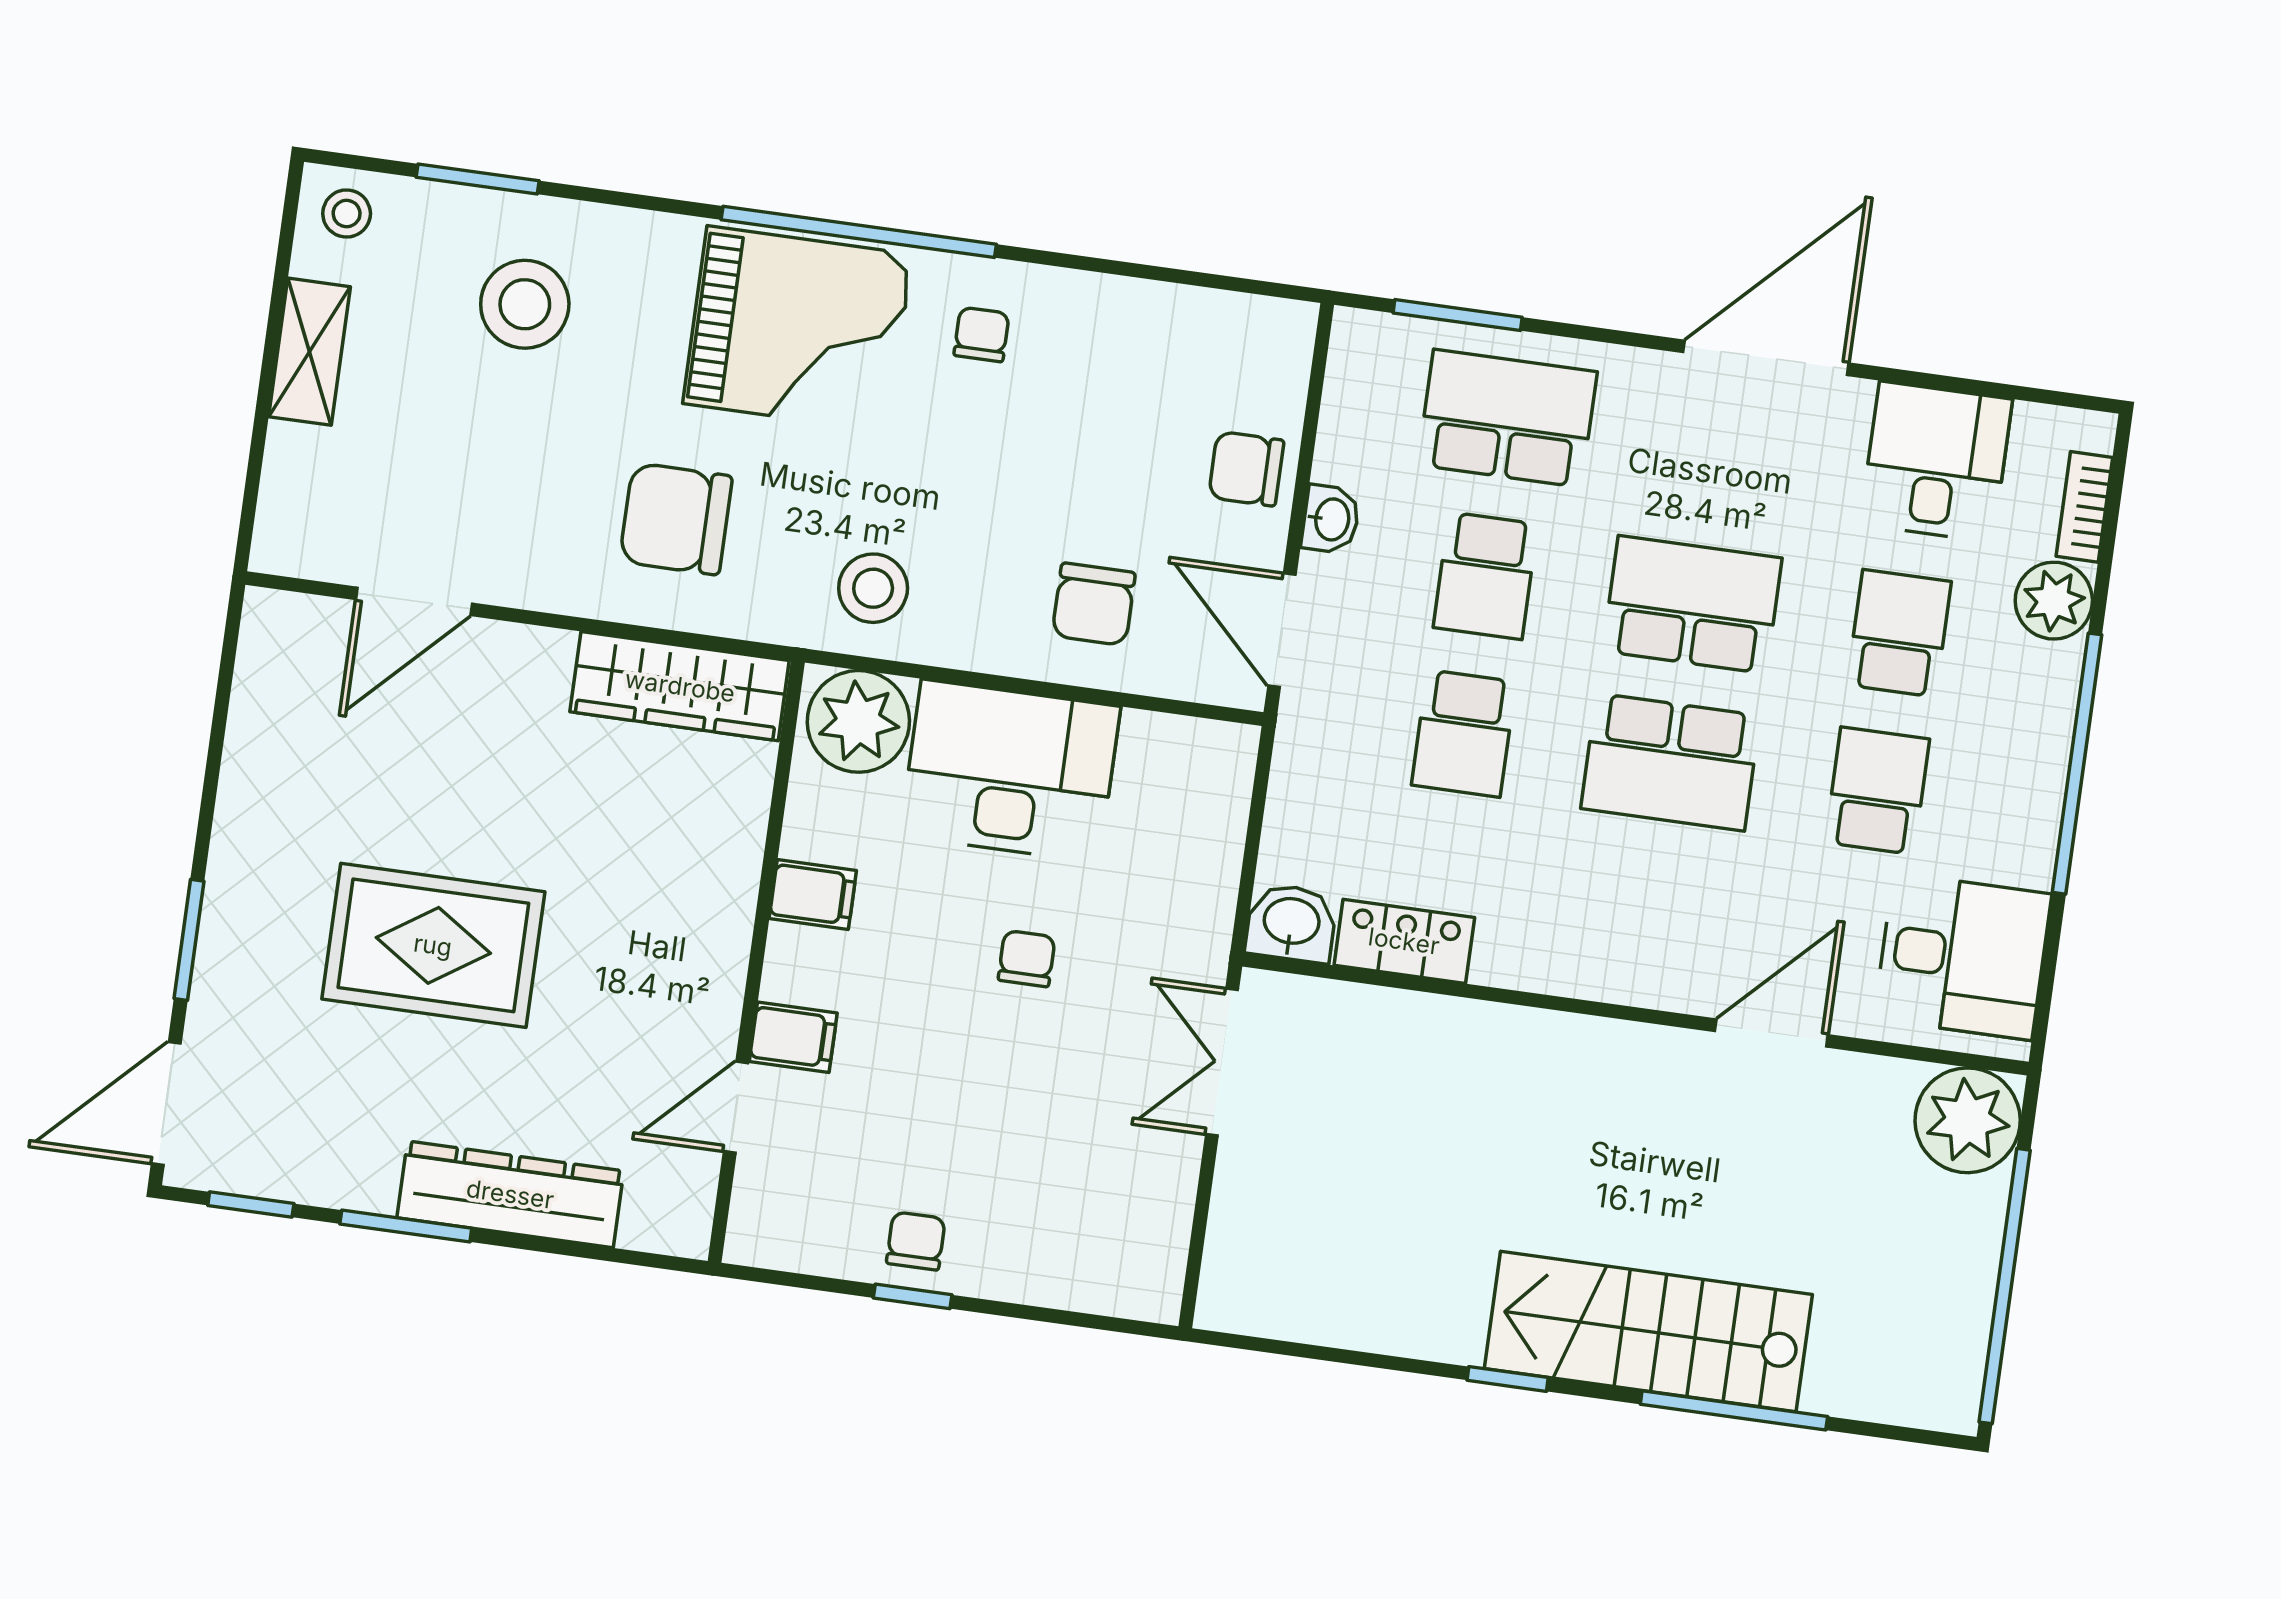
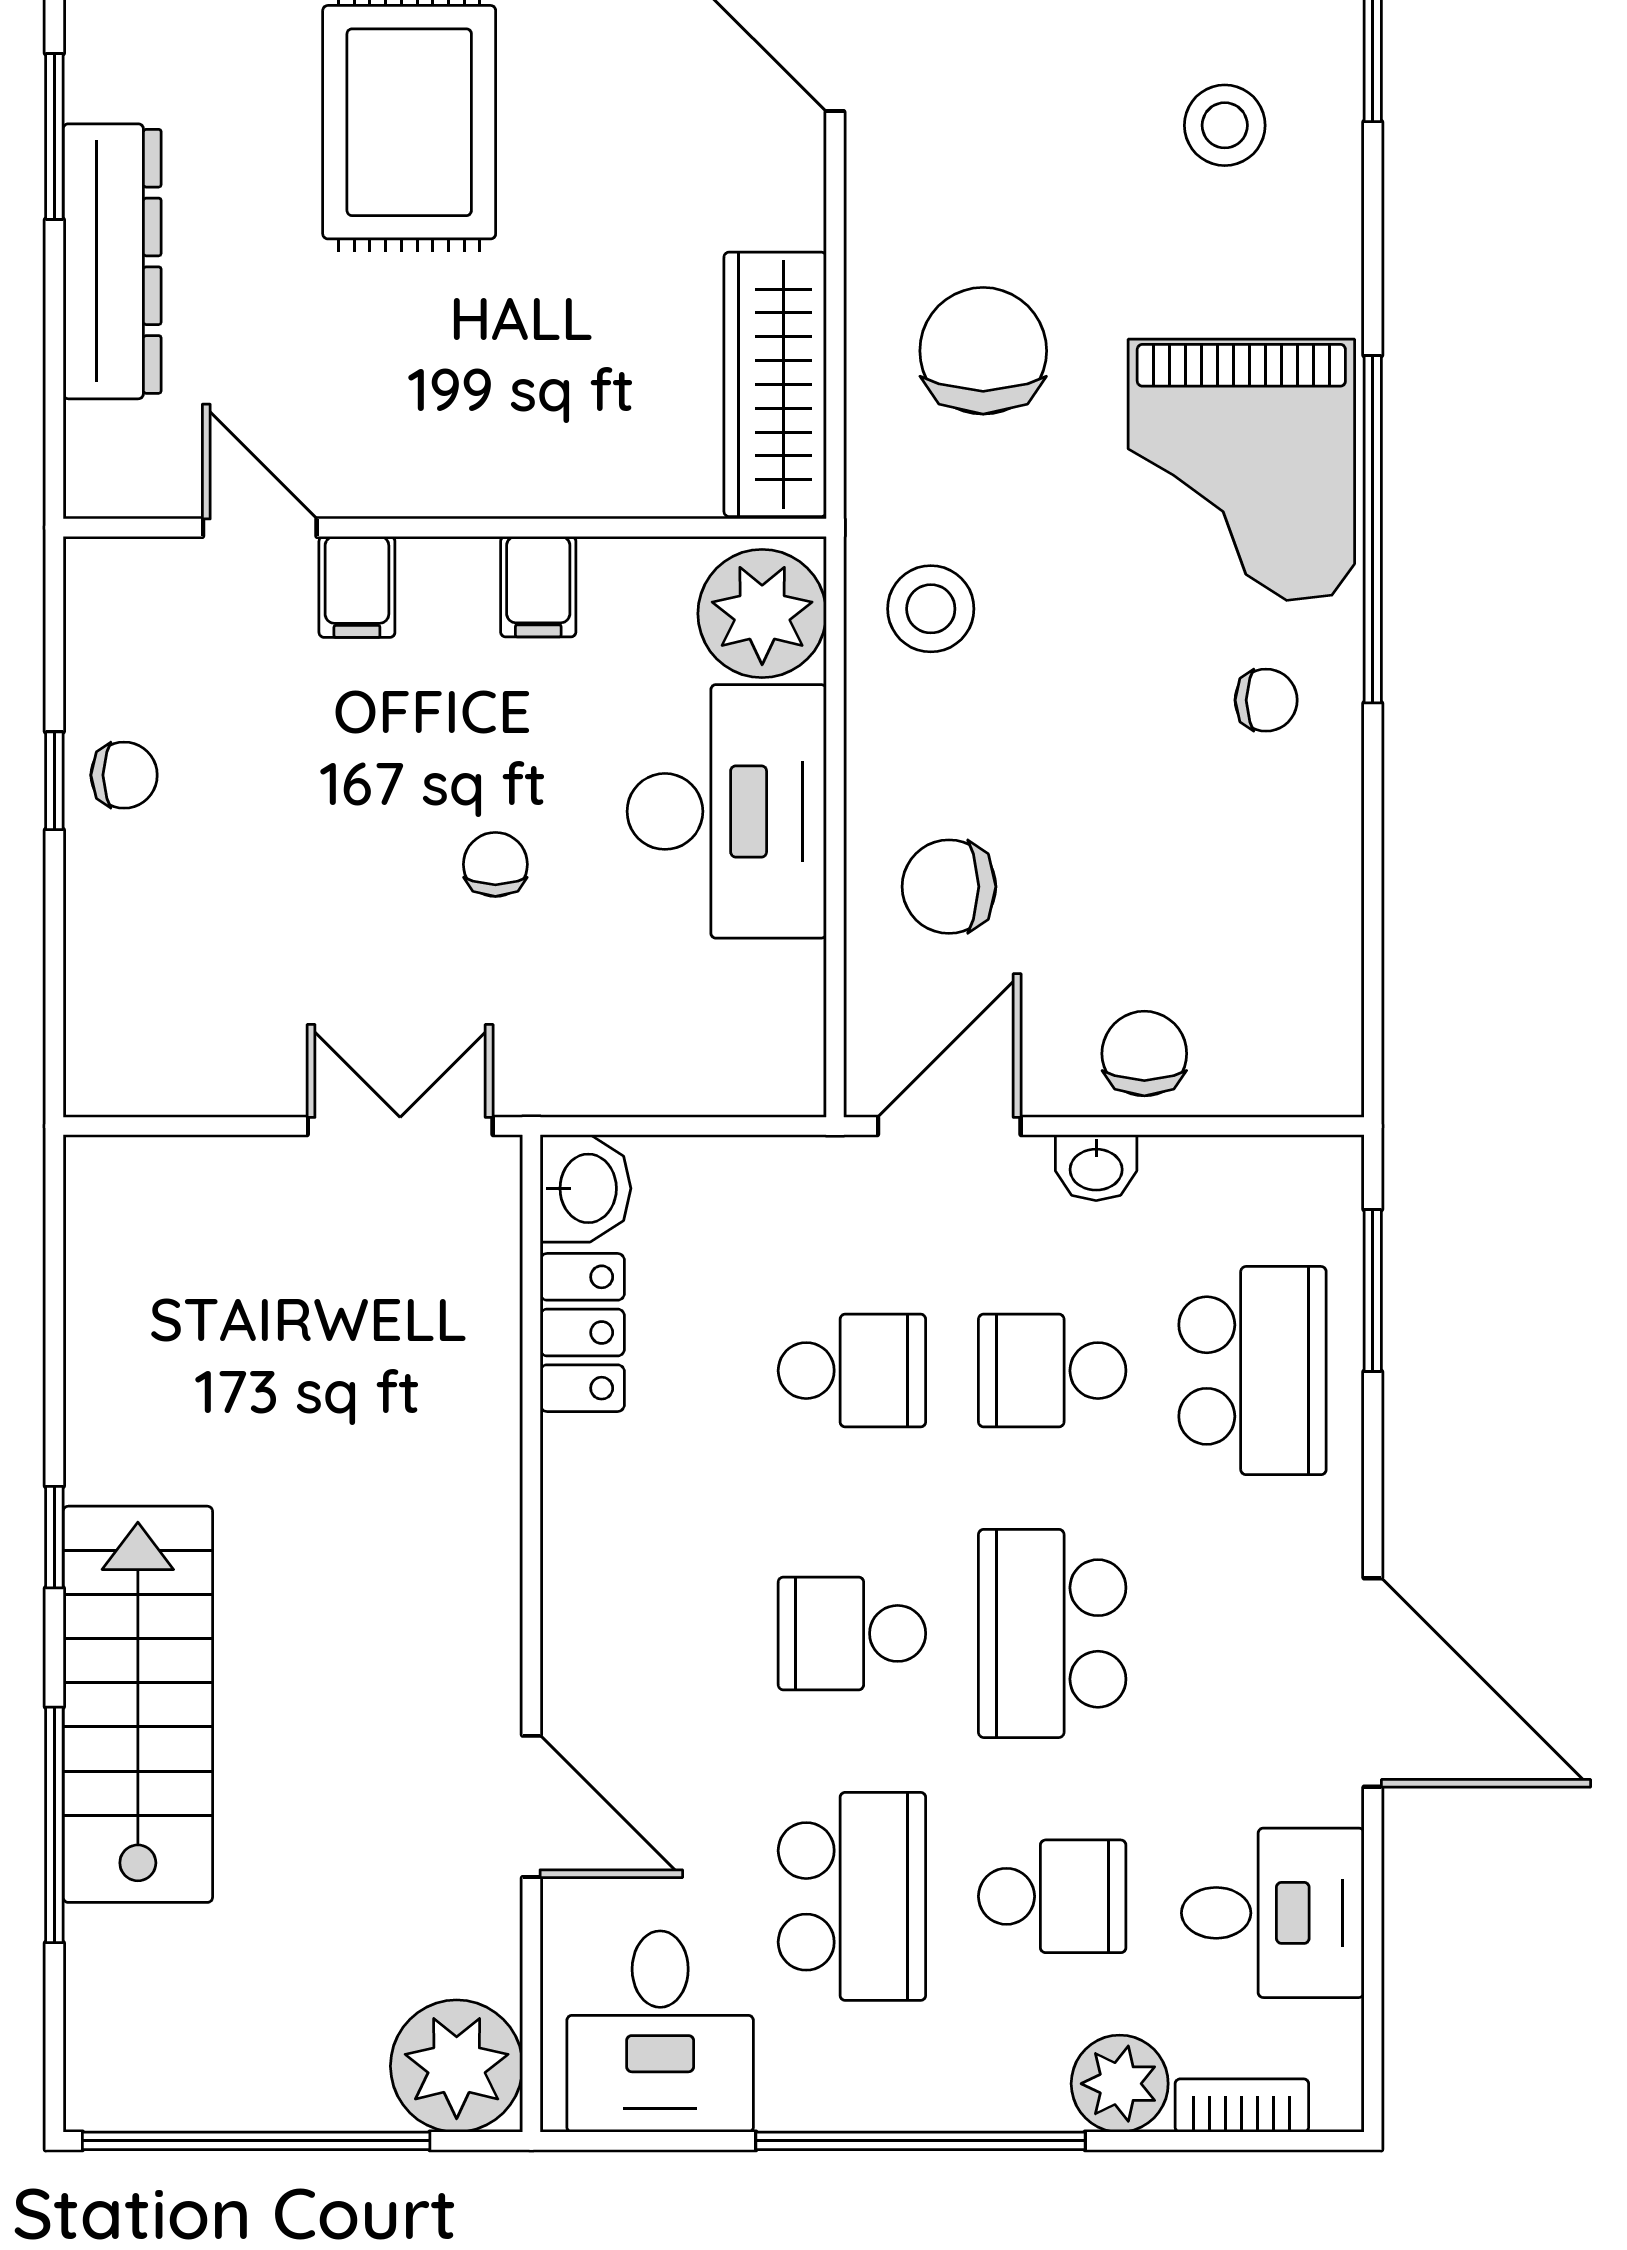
stool: (525, 304) -> (1225, 125), width x0.73, depth x0.73
school desk: (1692, 605) -> (1052, 1633), turned 180
school desk: (1464, 733) -> (852, 1371), turned 180
school desk: (1670, 762) -> (852, 1633), width x0.54
school desk: (1877, 791) -> (852, 1896), width x1.85
chair: (1027, 959) -> (495, 864), turned -90

